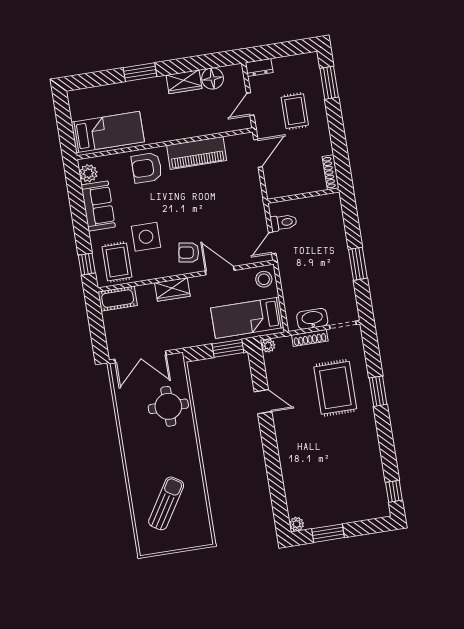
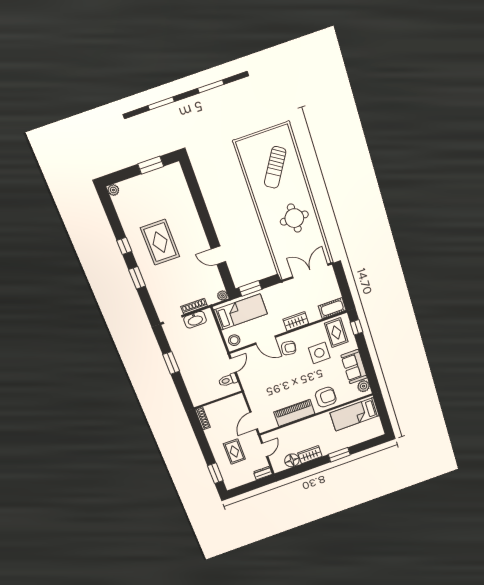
rug: (335, 388) -> (160, 242), moved
round table: (168, 406) -> (294, 218), moved
window: (394, 491) -> (124, 246), moved
plant: (297, 524) -> (113, 190), moved

